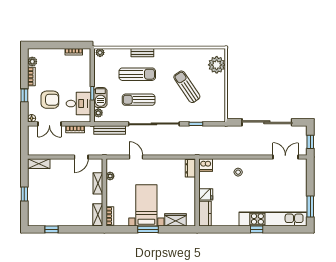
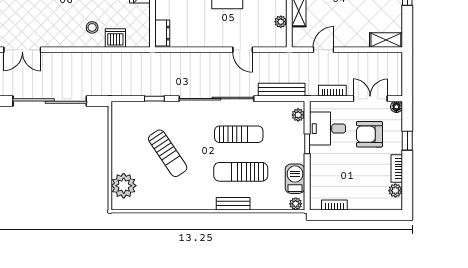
barbecue: (100, 98) -> (295, 179), moved
dishwasher: (206, 165) -> (115, 38), moved

